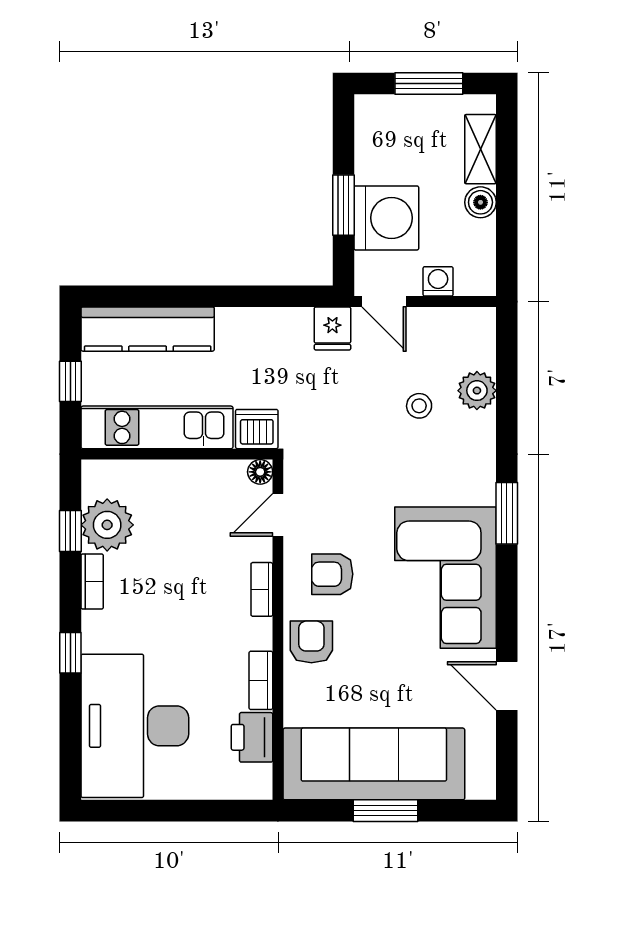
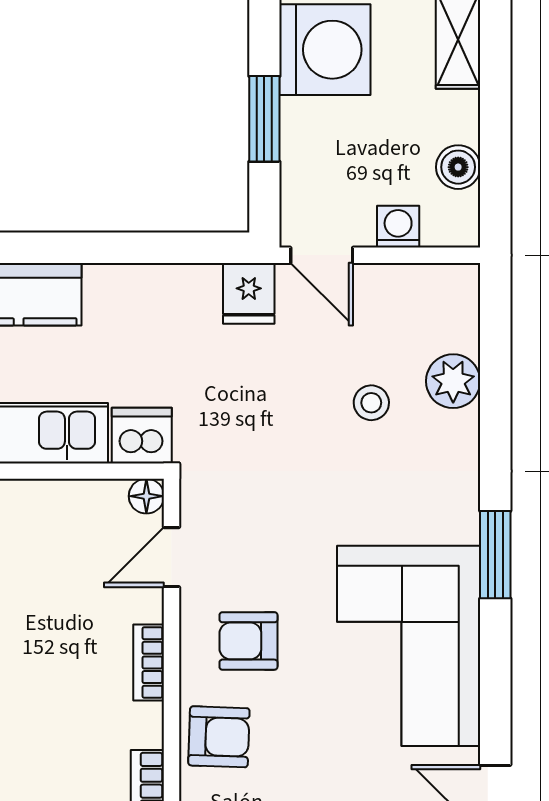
boiler: (480, 202) -> (458, 167), moved
washing machine: (386, 218) -> (325, 50), moved
armchair: (311, 642) -> (219, 737), turned 92

